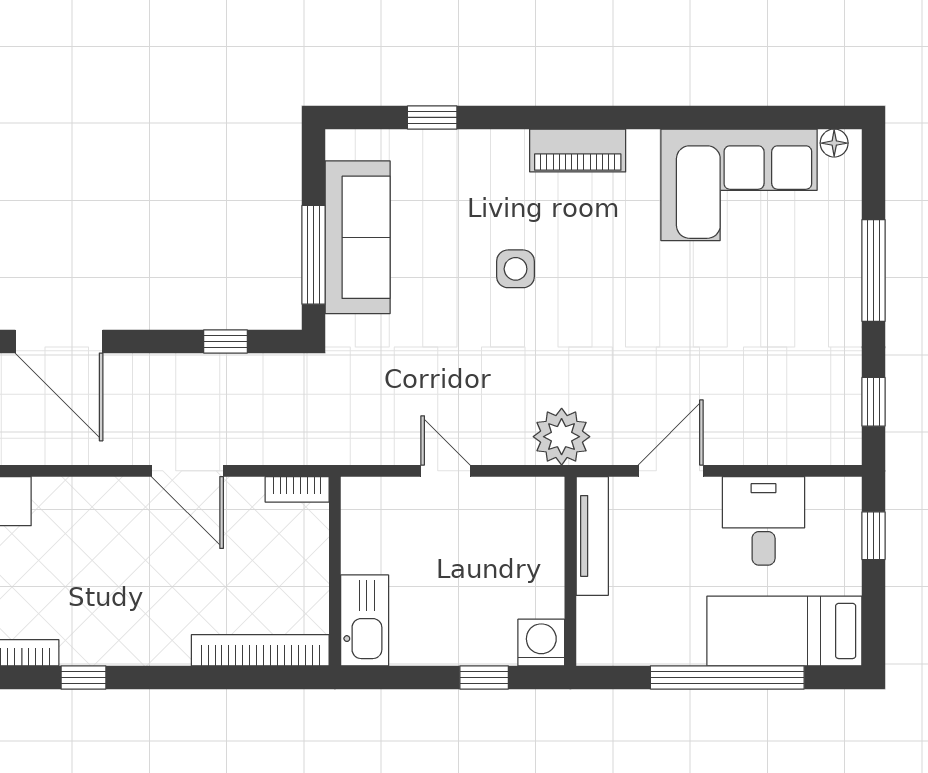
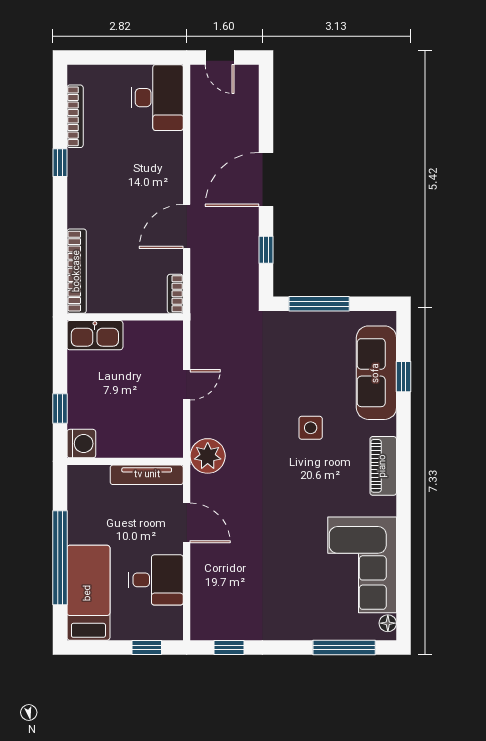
sofa: (358, 237) -> (376, 373), moved, turned 90
window: (874, 270) -> (344, 647), moved
door: (59, 341) -> (266, 179), moved

